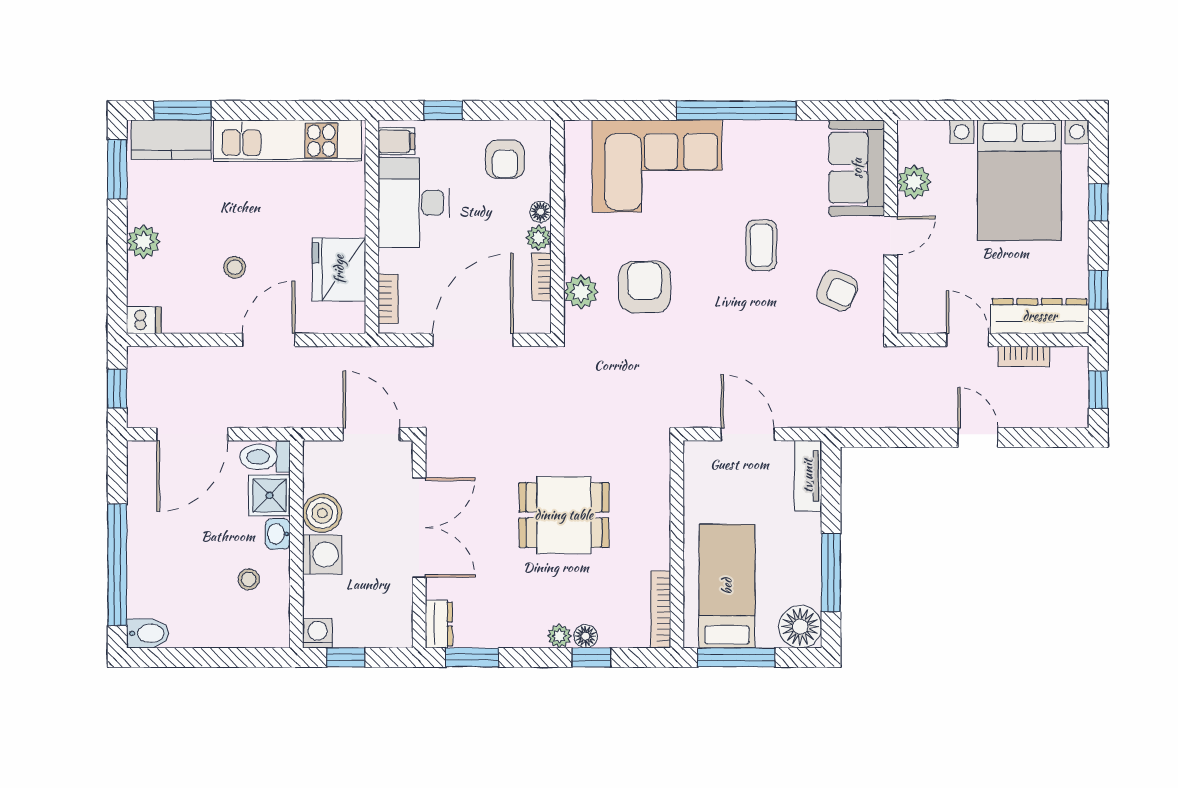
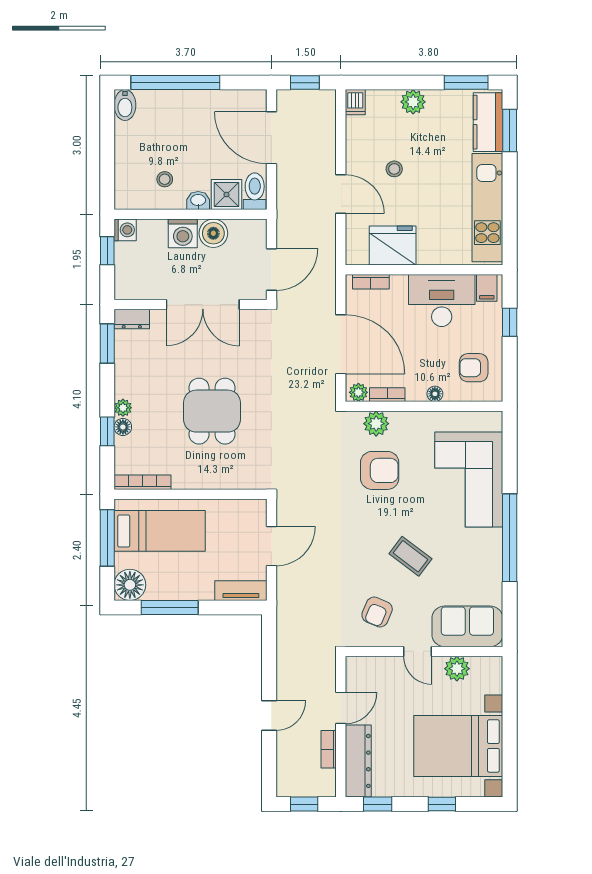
plant: (538, 238) -> (358, 392), moved
coffee table: (761, 245) -> (410, 556), turned 37

